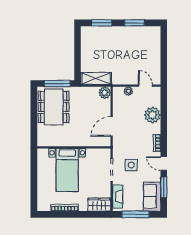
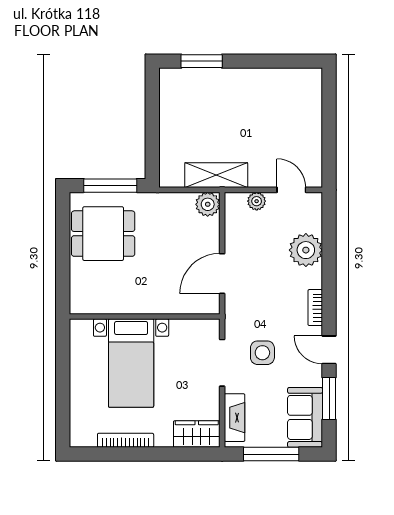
window: (134, 23) -> (269, 61), removed
shelving: (96, 78) -> (216, 175), moved
dining table: (54, 107) -> (103, 234), width x0.73

